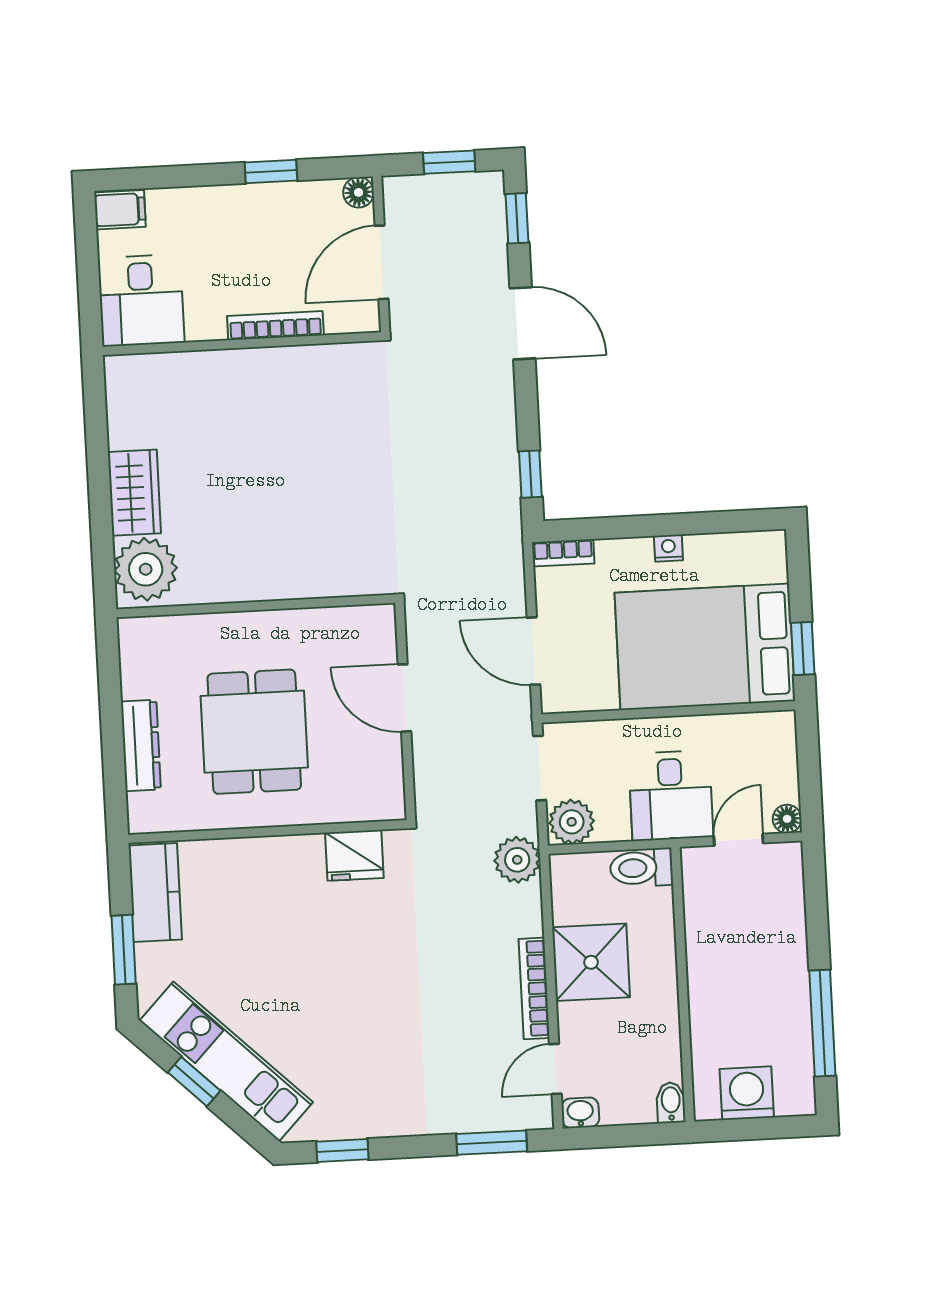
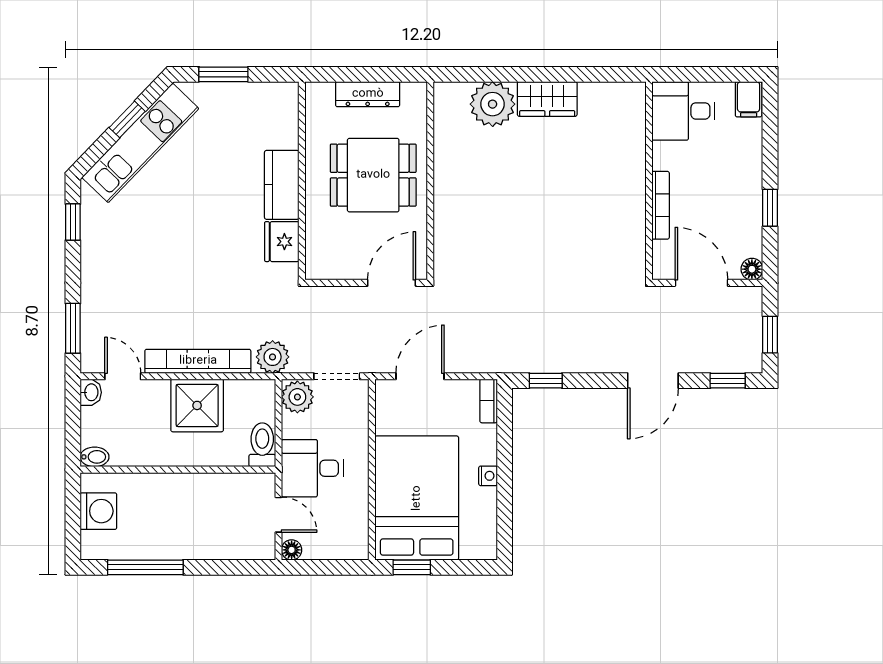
wall: (256, 606) -> (430, 181), moved
kitchen counter: (155, 893) -> (282, 185), moved, turned 90
bookcase: (534, 988) -> (198, 361), width x1.48, depth x1.31

